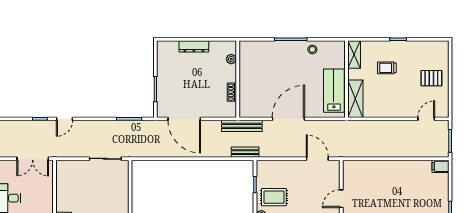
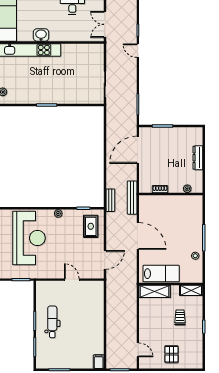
rug: (274, 197) -> (91, 226), moved

